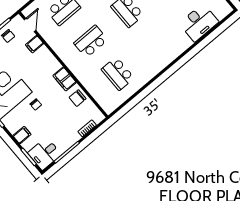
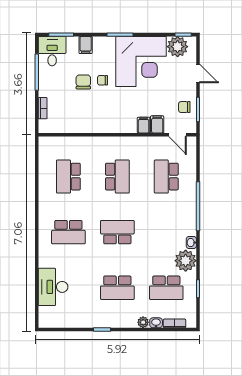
school desk: (154, 43) -> (68, 232), added
school desk: (118, 74) -> (68, 177), turned -90
filing cabinet: (65, 79) -> (144, 125), moved, width x0.50
chair: (78, 98) -> (83, 82), moved

